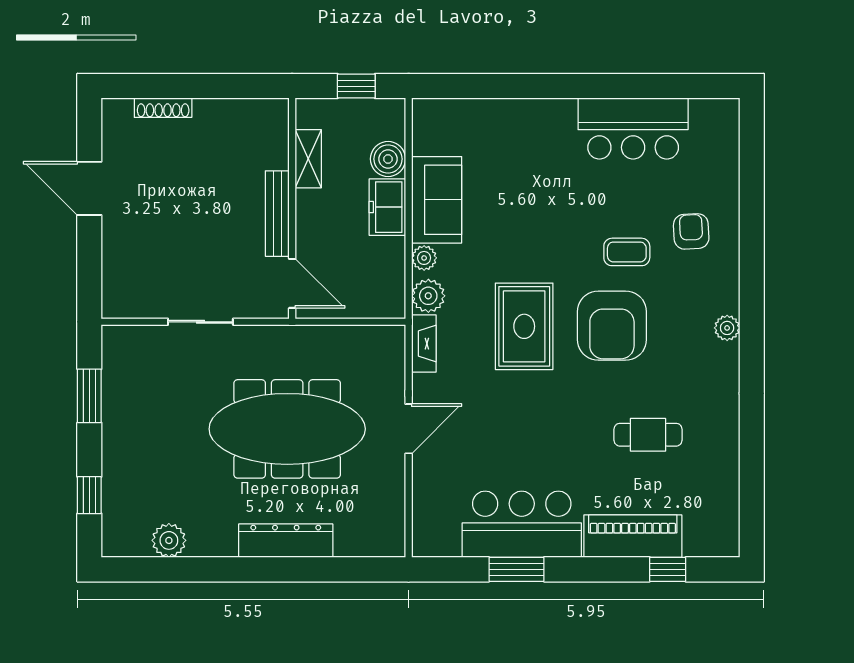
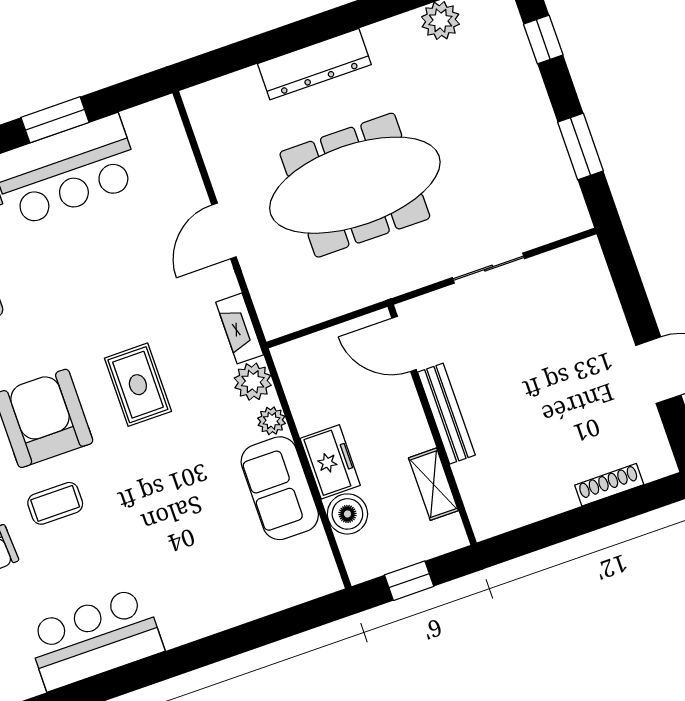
rug: (524, 326) -> (138, 385), width x0.73, depth x0.70

